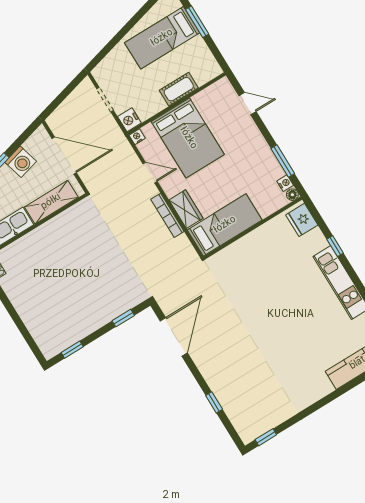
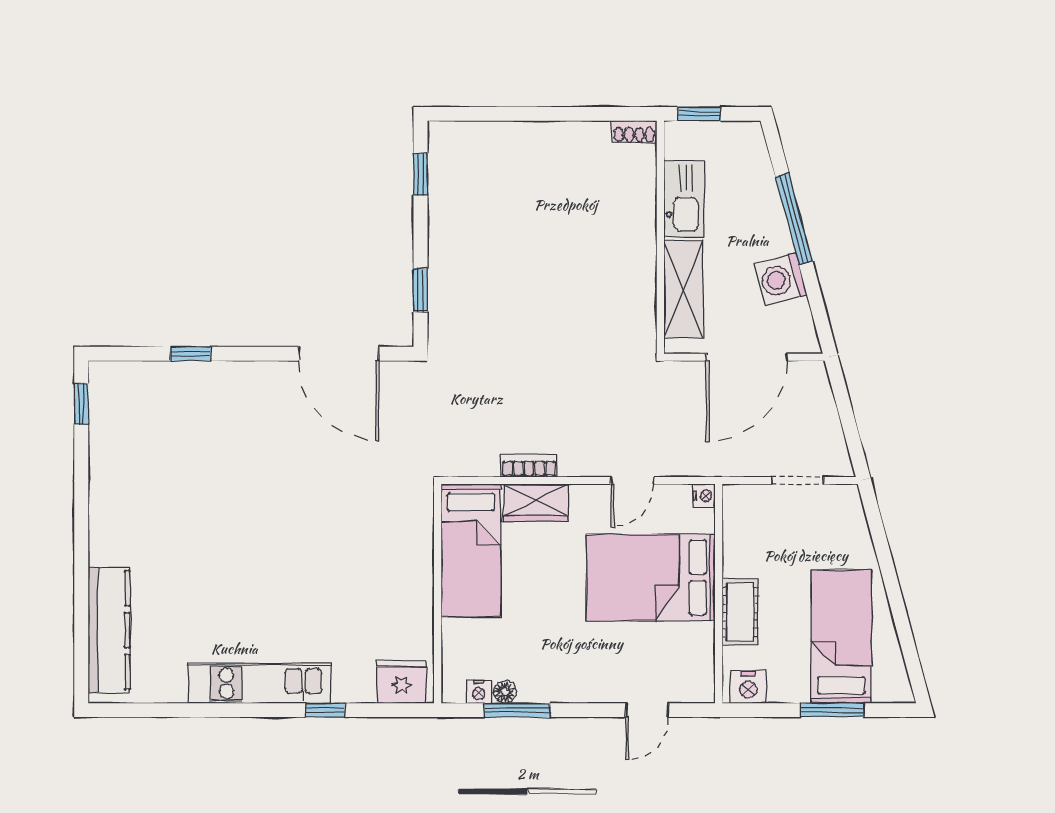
nightstand: (129, 120) -> (748, 687), moved, turned 180
floor lamp: (292, 195) -> (505, 692), moved
bookcase: (167, 215) -> (529, 466), width x0.64

